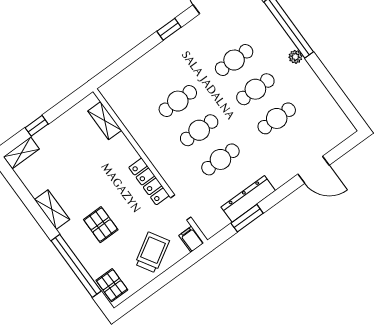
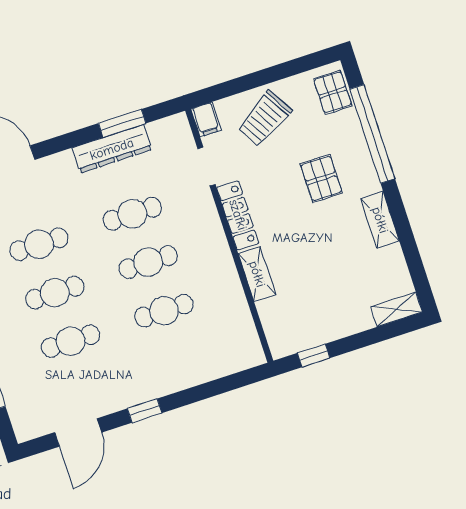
shelving: (105, 121) -> (257, 274), moved
window: (37, 126) -> (314, 355), moved

